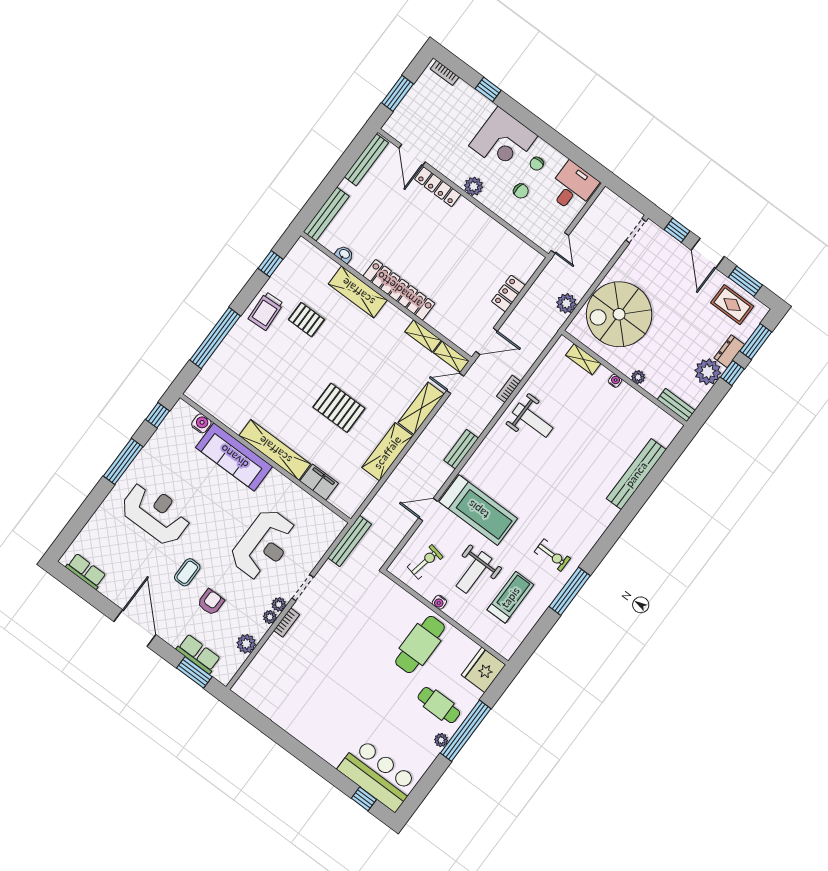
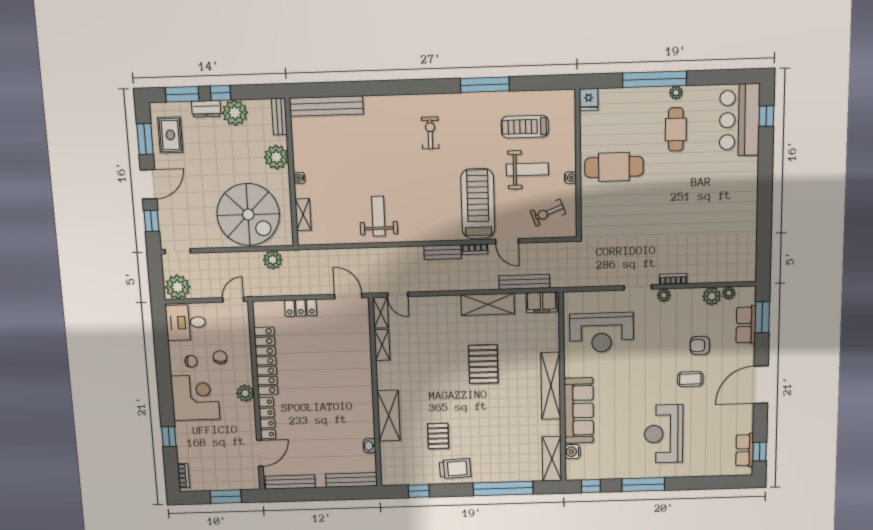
plant: (607, 206) -> (178, 287), added
locker: (399, 290) -> (266, 361), moved, turned 180
plant: (638, 377) -> (276, 157), width x1.88, depth x1.88
bookcase: (509, 389) -> (475, 249), moved
shelving: (421, 408) -> (552, 459), moved, turned 90
bench: (636, 474) -> (326, 106), moved
filing cabinet: (319, 482) -> (542, 302), moved, turned -90
bench: (350, 541) -> (524, 282), moved
reception desk: (264, 545) -> (602, 333), moved, turned 180
exercise bike: (552, 555) -> (430, 133), moved
exercise bike: (425, 562) -> (548, 212), turned -32
window: (75, 583) -> (760, 452), added
plant: (270, 617) -> (729, 293), moved
fridge: (483, 670) -> (589, 99), width x0.53, depth x0.75
cafe table: (439, 705) -> (676, 129), moved

